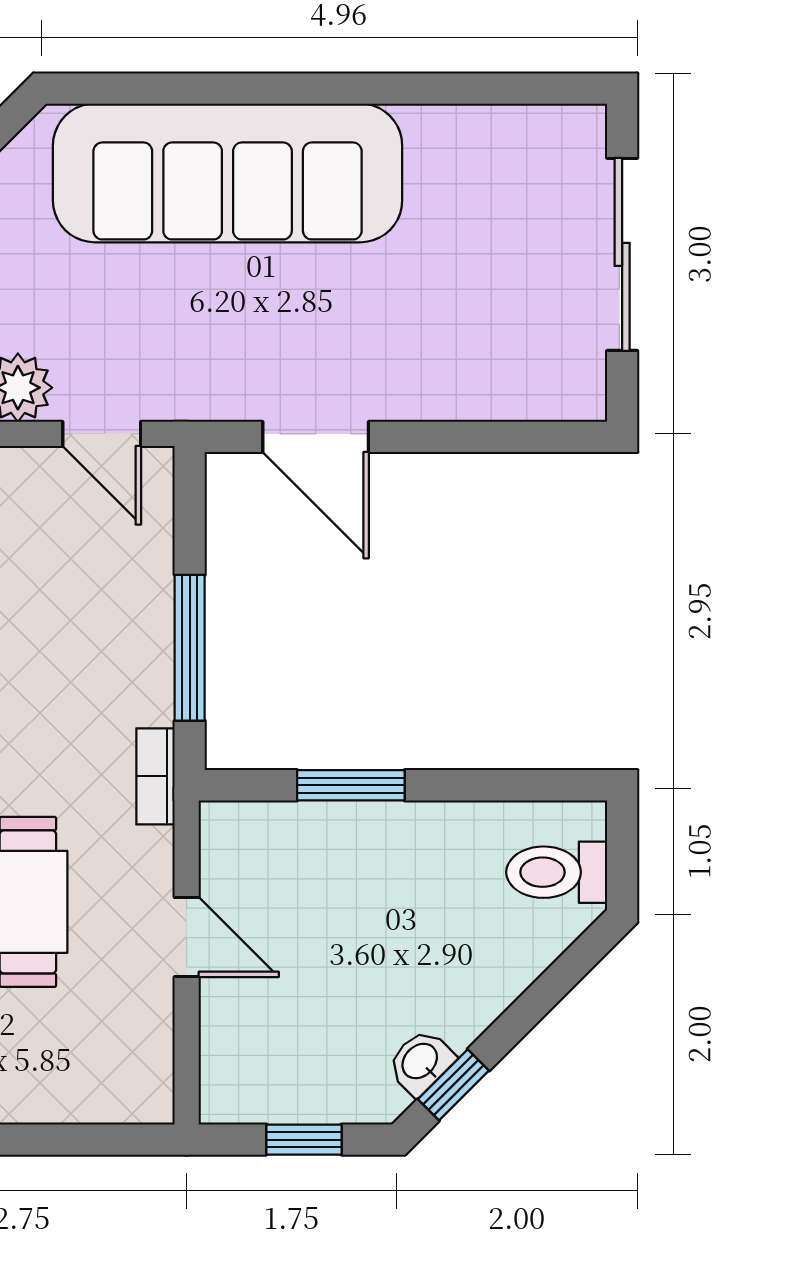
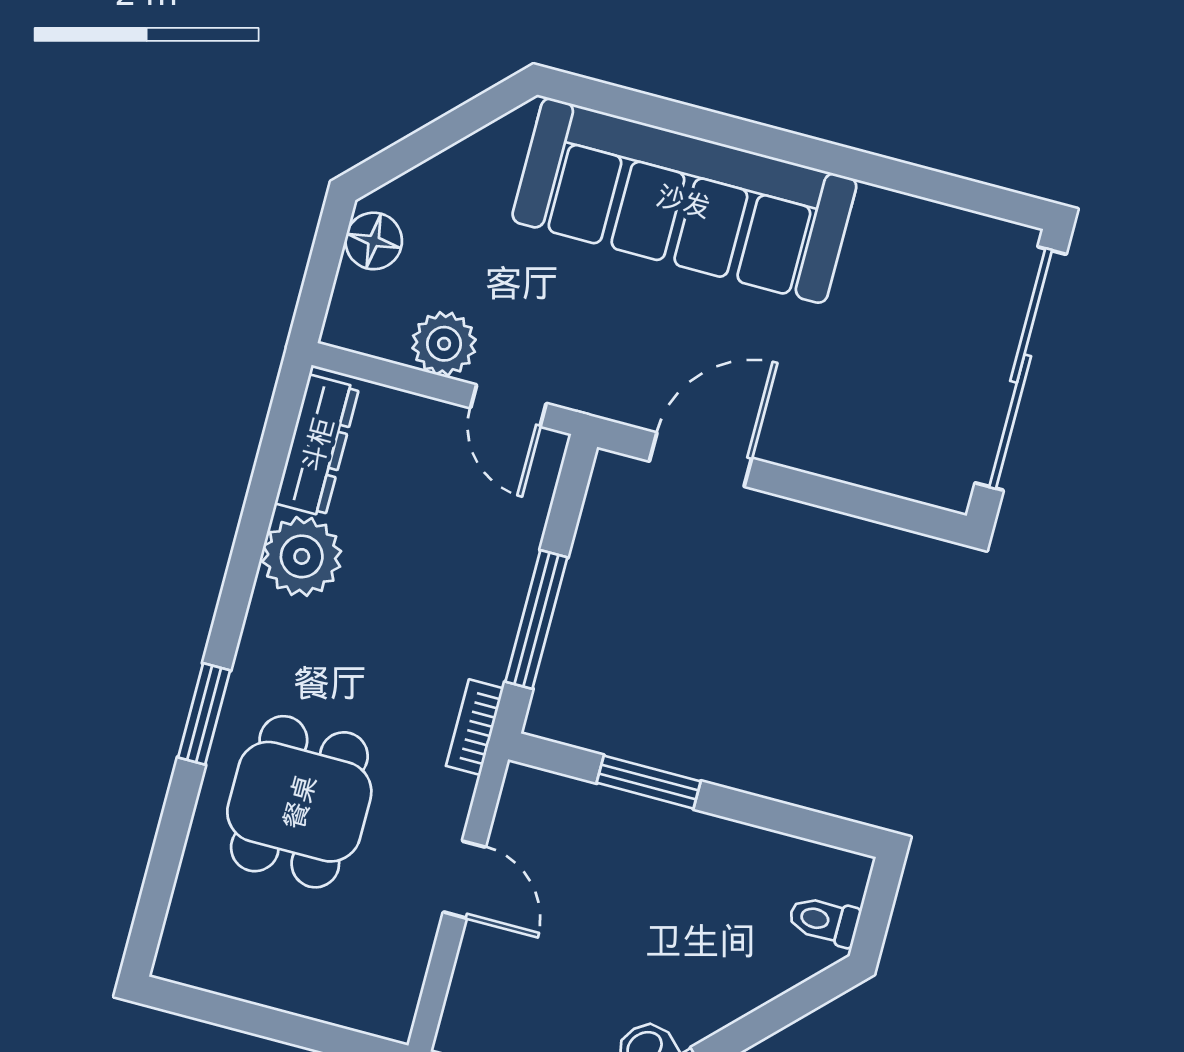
sliding door: (622, 254) -> (1021, 369), width x1.36
door: (316, 437) -> (701, 460), swing flipped
toilet: (557, 872) -> (824, 921), width x0.73, depth x0.72

